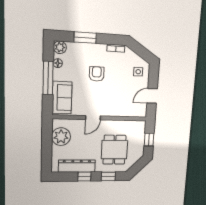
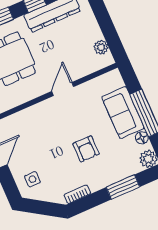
sofa: (62, 98) -> (123, 112), moved
plant: (61, 137) -> (101, 47), width x0.53, depth x0.53

